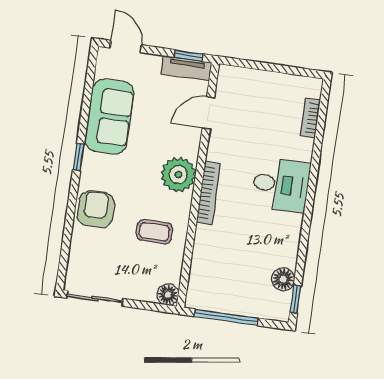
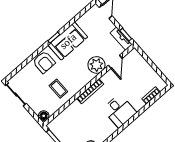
door: (208, 113) -> (115, 62), swing flipped
sofa: (109, 117) -> (68, 41), moved
plant: (178, 175) -> (96, 65), moved
armchair: (96, 209) -> (44, 62), turned 90

